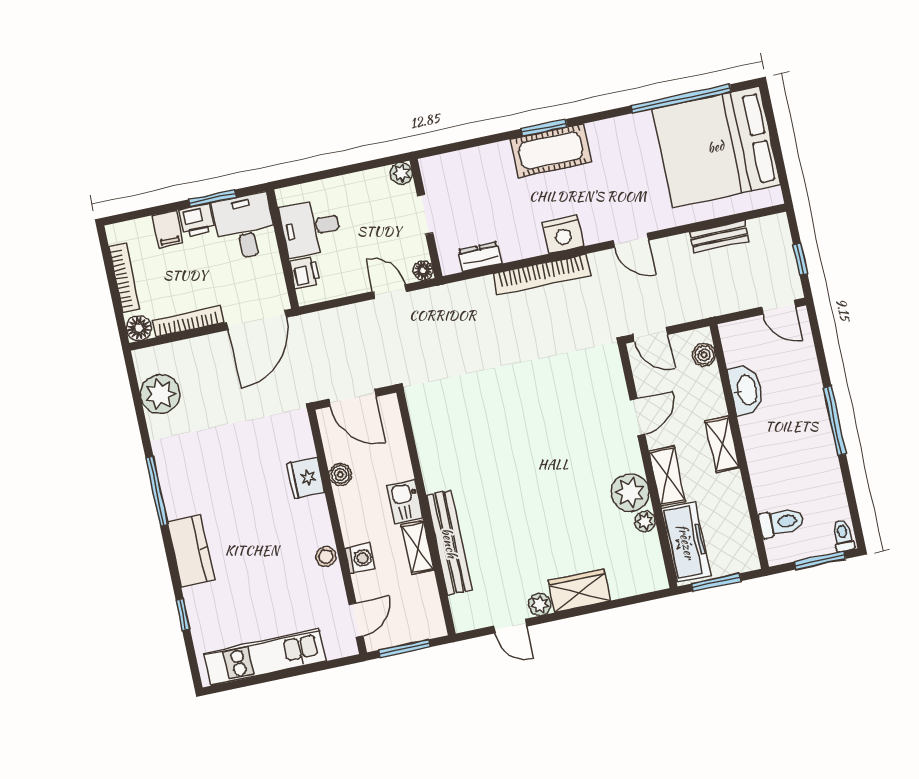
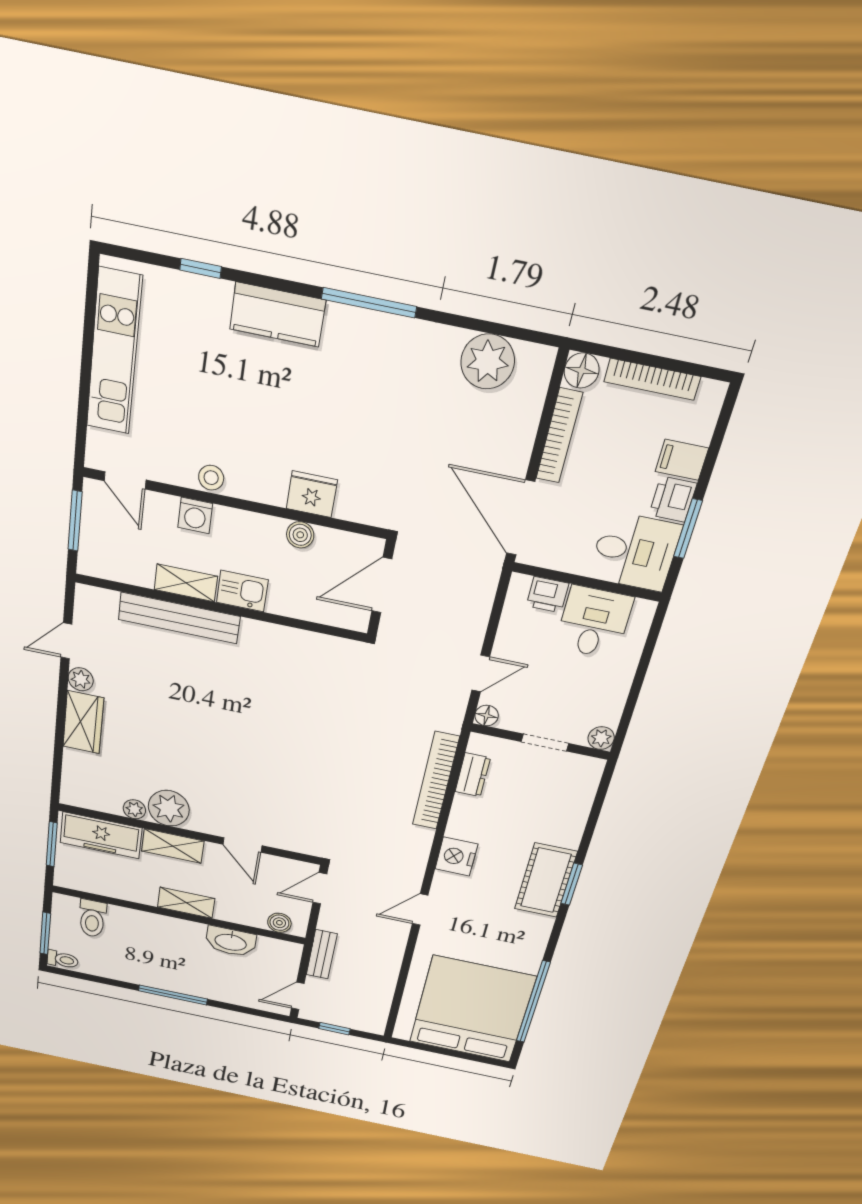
bench: (719, 237) -> (322, 954), moved
bookcase: (542, 275) -> (436, 781), moved

